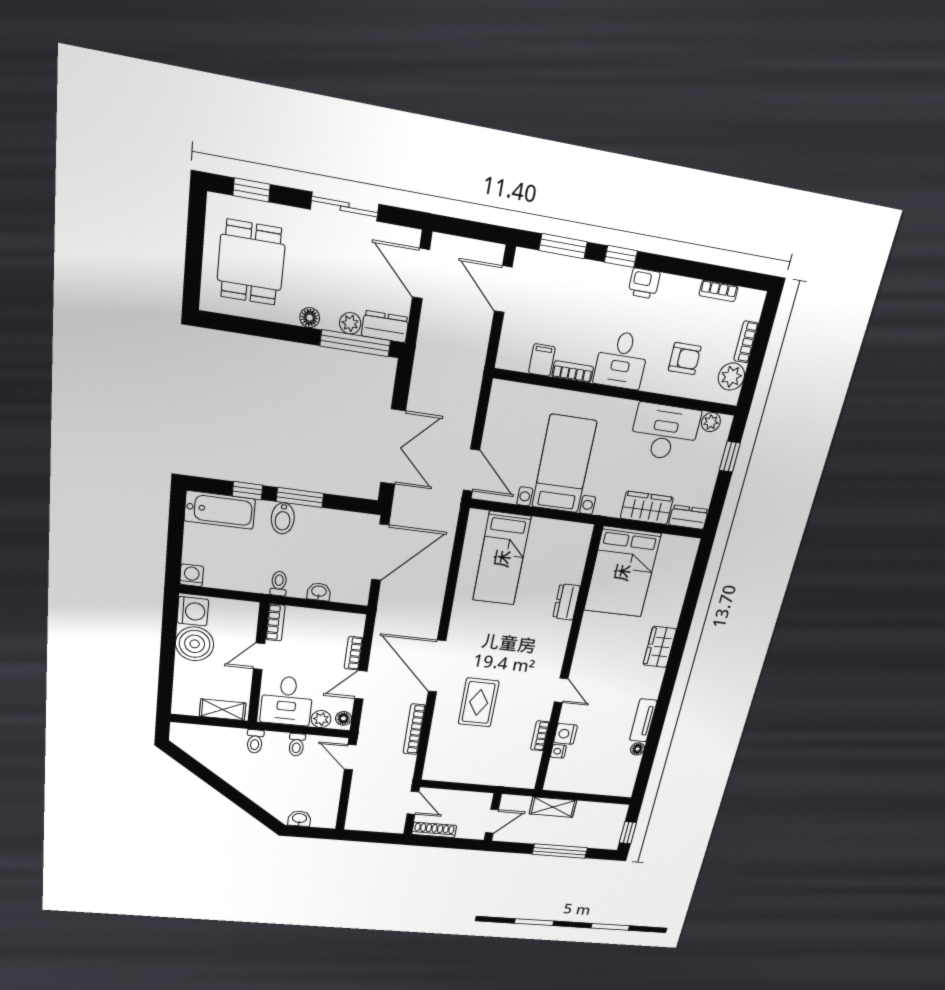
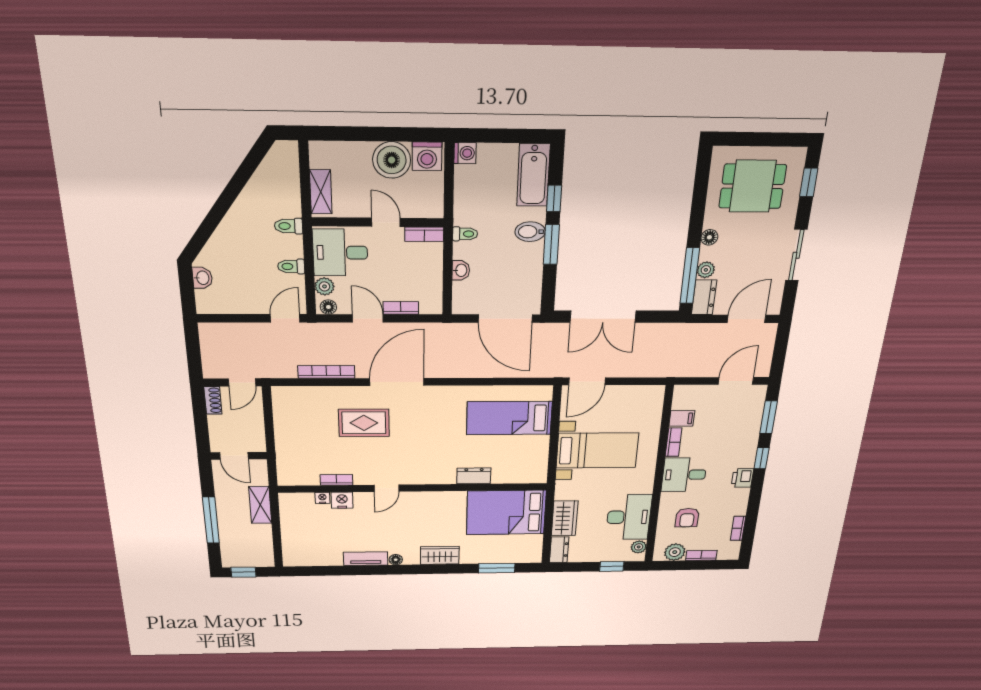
window: (694, 589) -> (497, 568), added
floor lamp: (638, 749) -> (396, 560), moved
shoe rack: (434, 830) -> (213, 400), width x0.70

